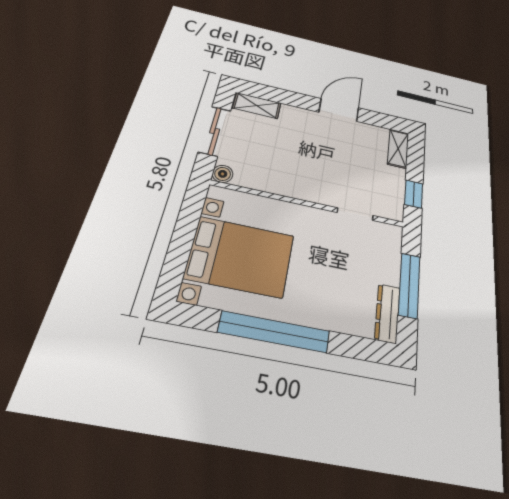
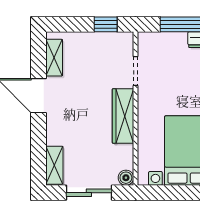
shelving: (398, 149) -> (54, 58), moved, turned 90
wardrobe: (301, 188) -> (123, 116), added

